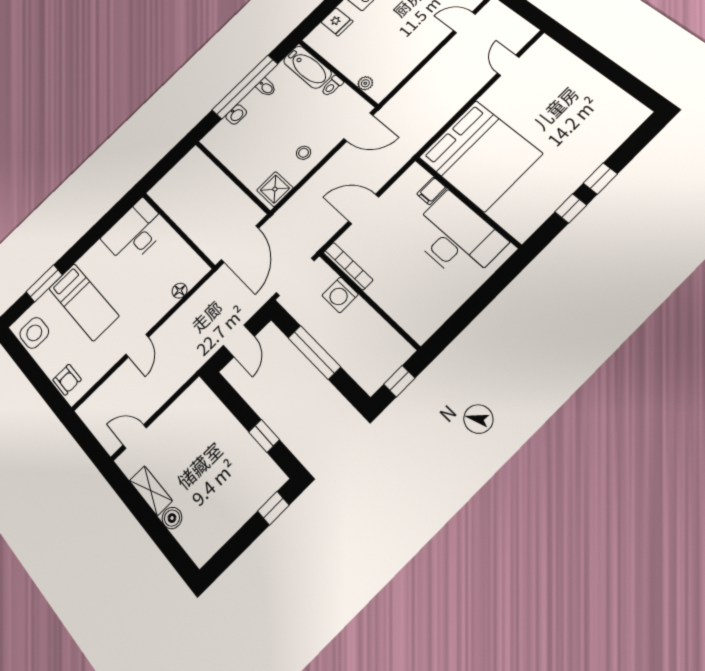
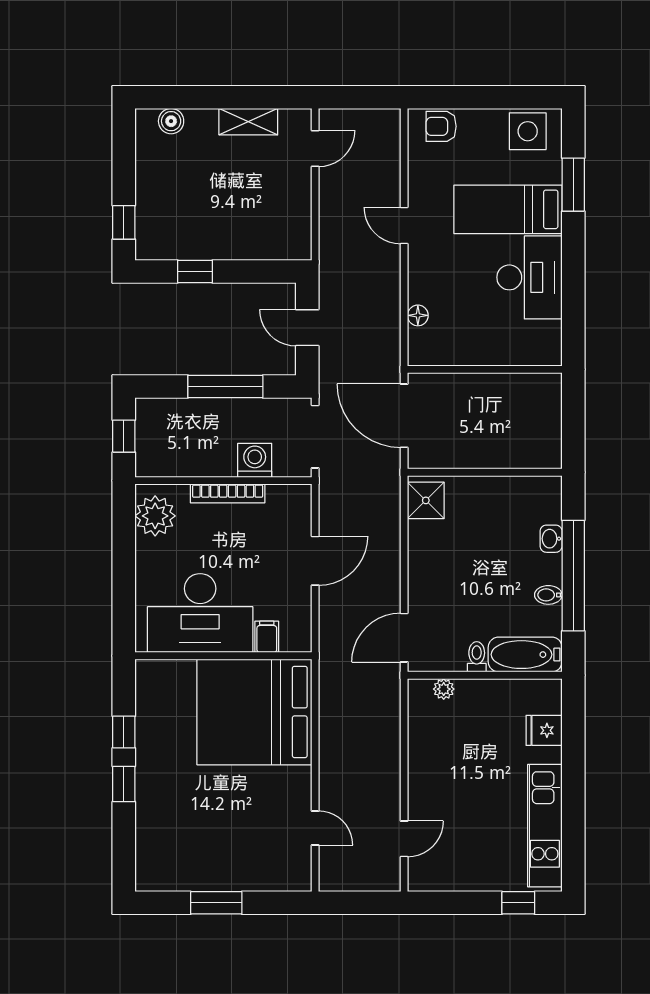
window: (608, 68) -> (216, 903), added
stool: (304, 153) -> (434, 562), removed
desk: (135, 232) -> (529, 277), moved
bookcase: (348, 266) -> (228, 493), moved
plant: (427, 317) -> (155, 516), added
boiler: (172, 518) -> (171, 121), moved

